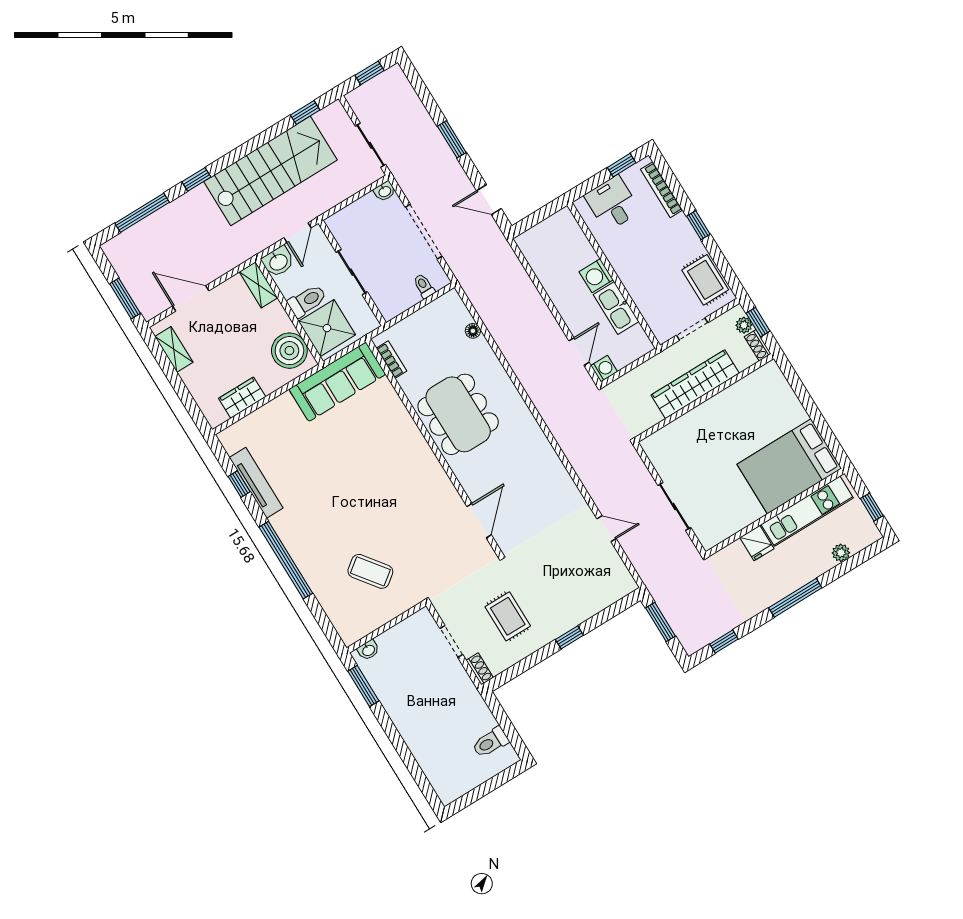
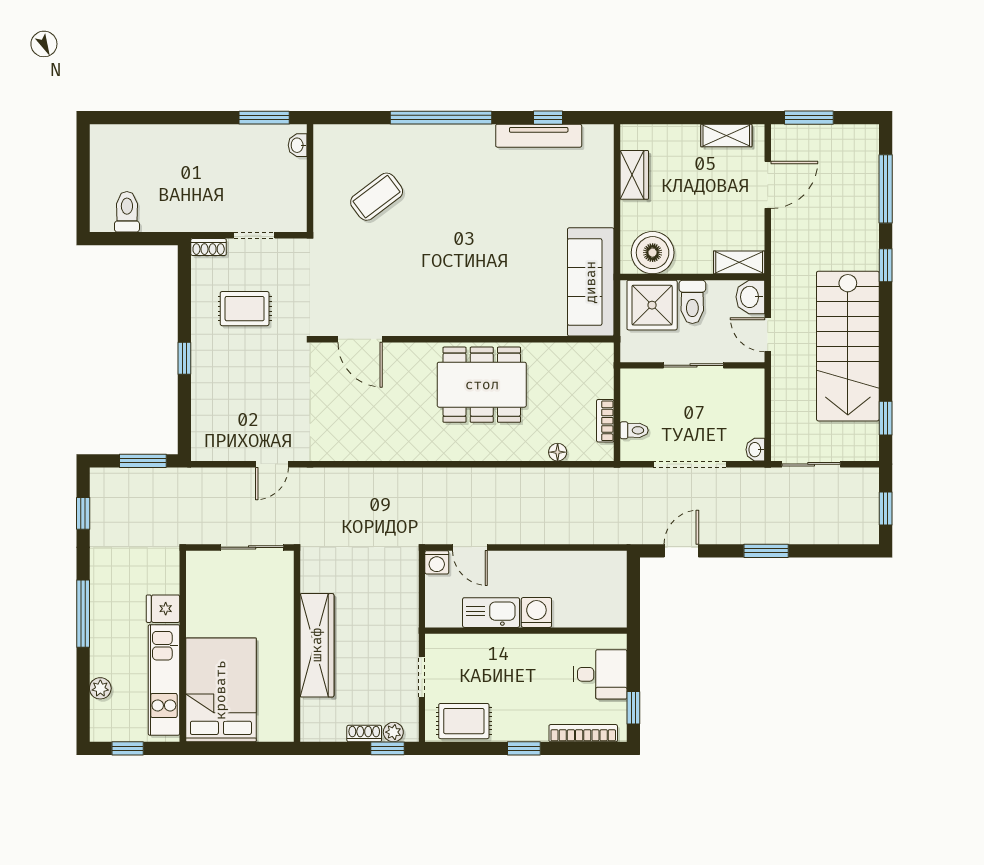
bookcase: (391, 360) -> (605, 421), moved, turned 90
wardrobe: (695, 384) -> (317, 645), moved
wall: (704, 398) -> (297, 646), moved

